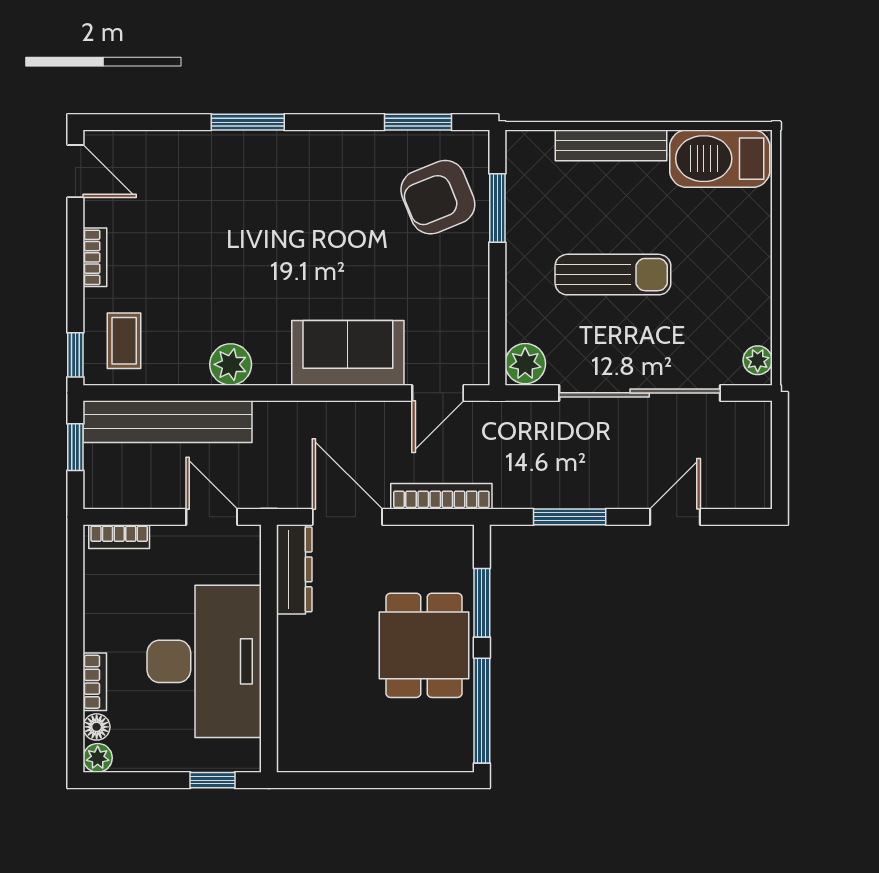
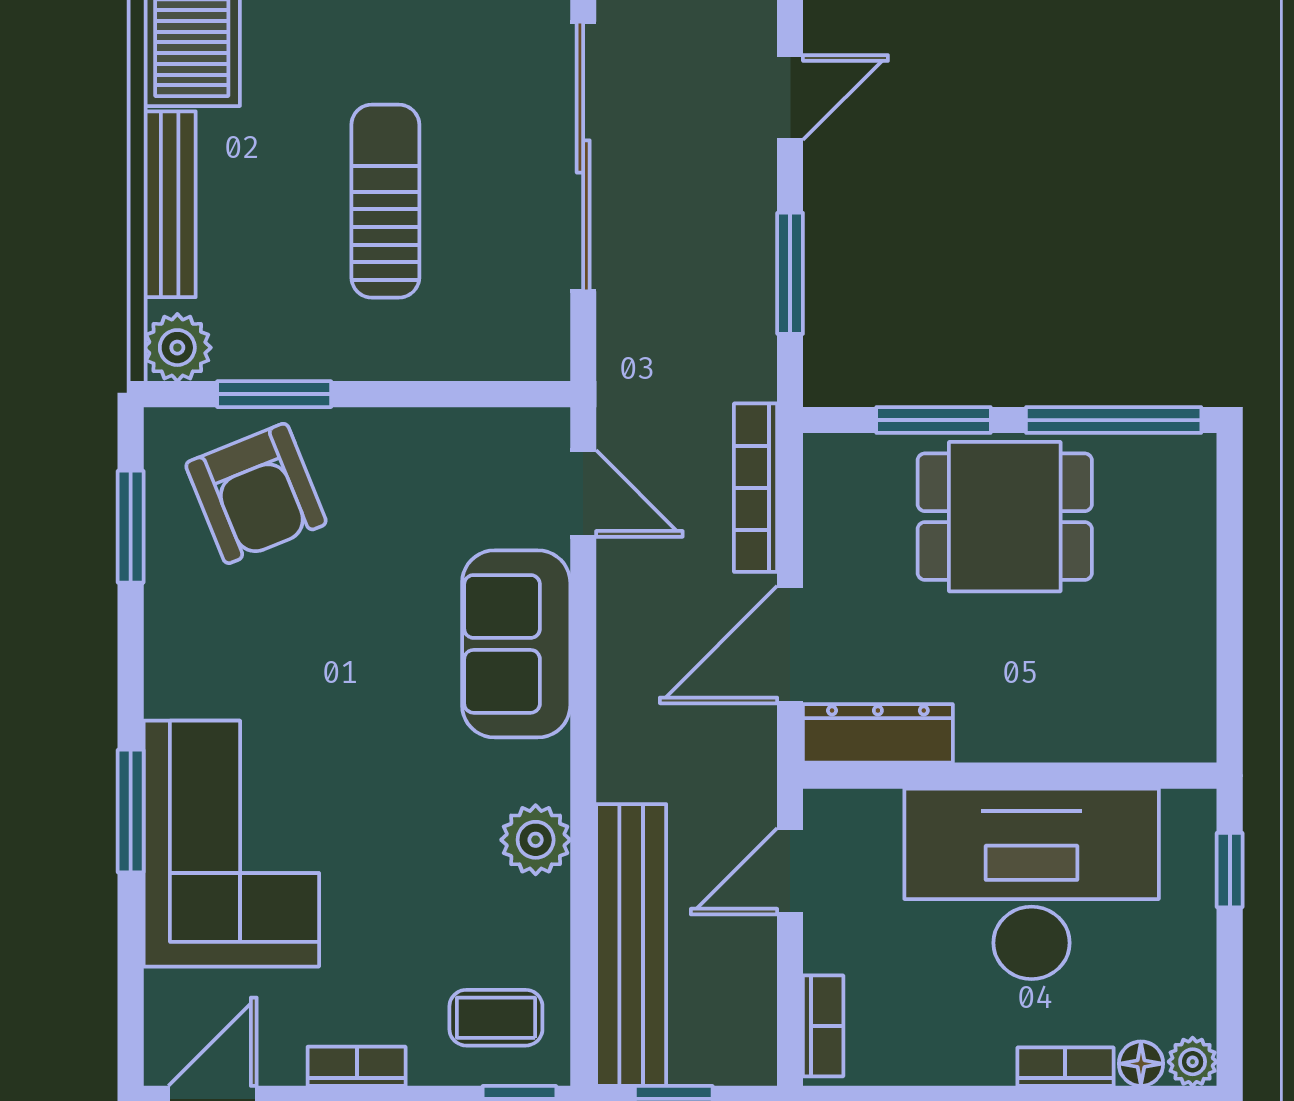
corner sofa: (228, 182) -> (231, 844), added
plant: (525, 364) -> (177, 348), moved
door: (675, 517) -> (790, 98), swing flipped

